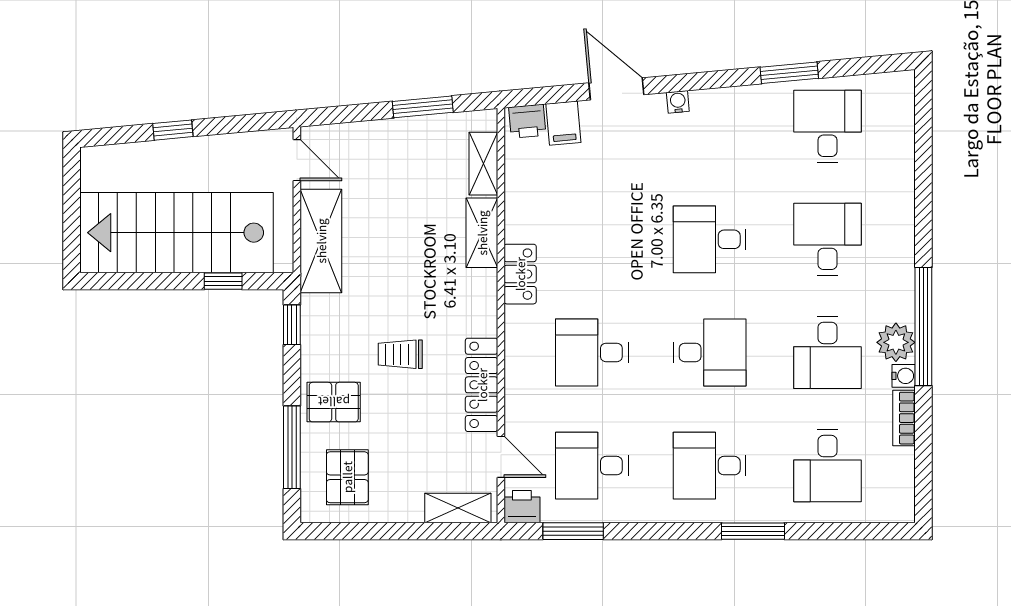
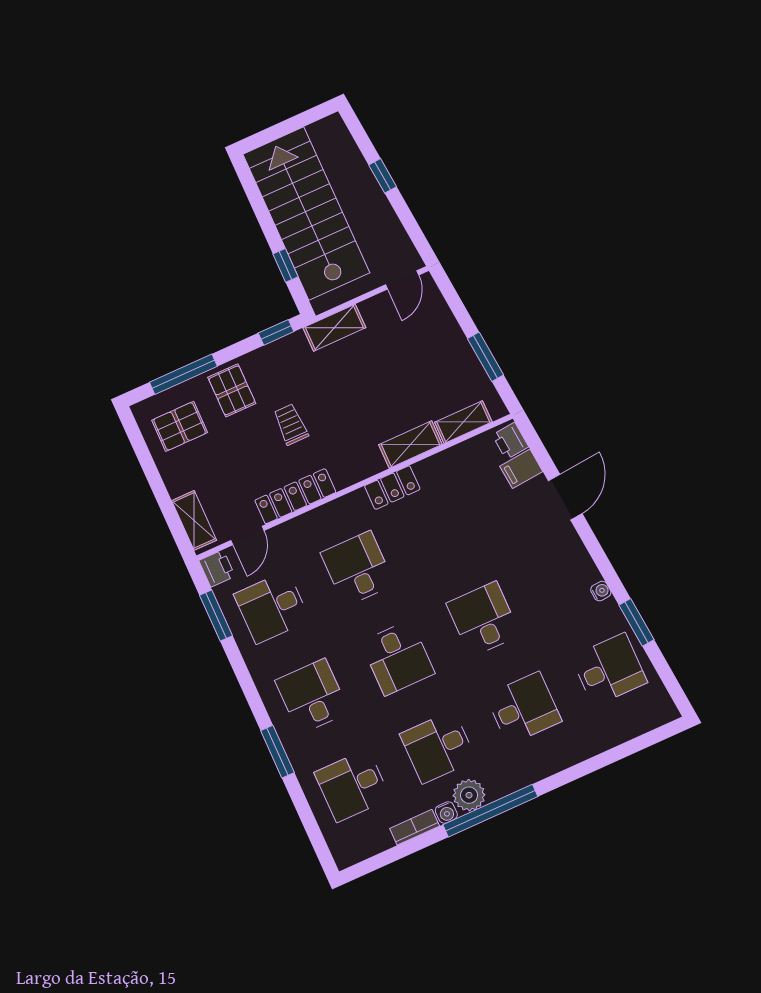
water cooler: (678, 102) -> (601, 591), moved
shelving: (321, 241) -> (334, 328), width x0.67, depth x0.75
desk: (592, 466) -> (272, 607), turned -90

